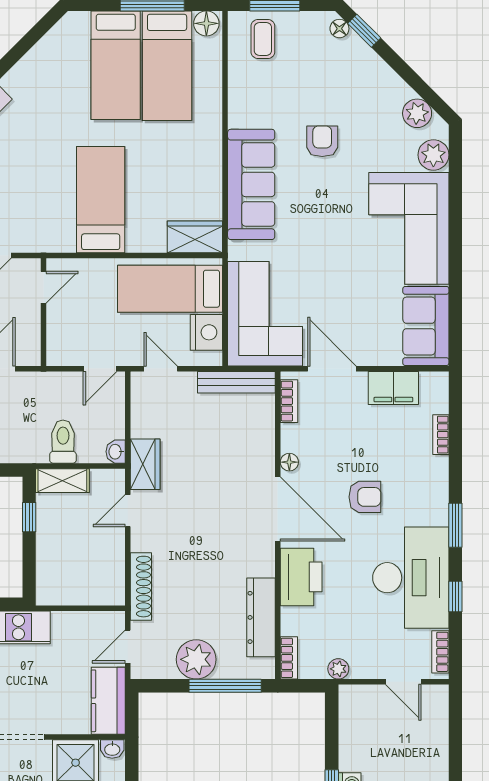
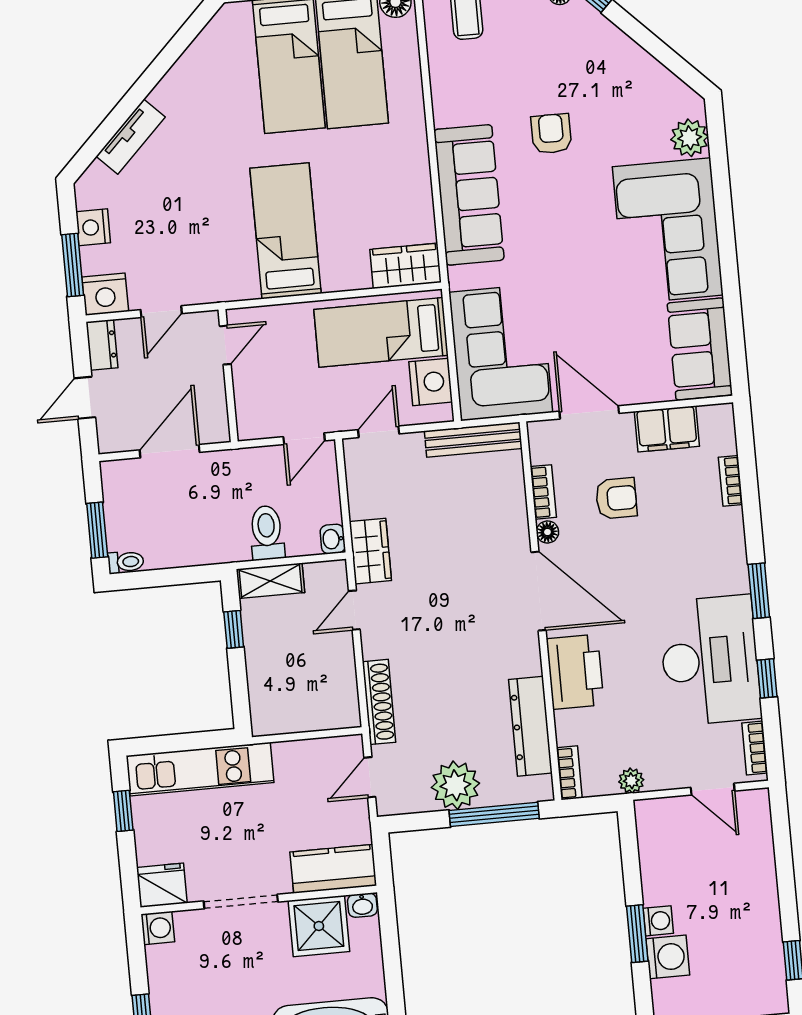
plant: (417, 113) -> (665, 88), removed
door: (161, 369) -> (379, 432), hinge flipped
bookcase: (289, 401) -> (543, 492), moved
armchair: (365, 497) -> (616, 498), moved
kitchen counter: (108, 701) -> (333, 869), moved, turned 90

